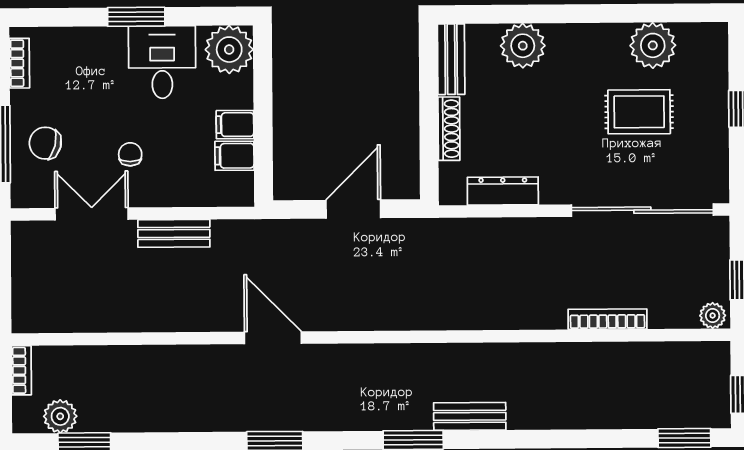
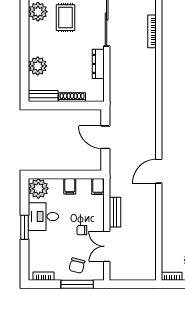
filing cabinet: (234, 156) -> (98, 187), moved
dresser: (503, 191) -> (98, 64), moved

